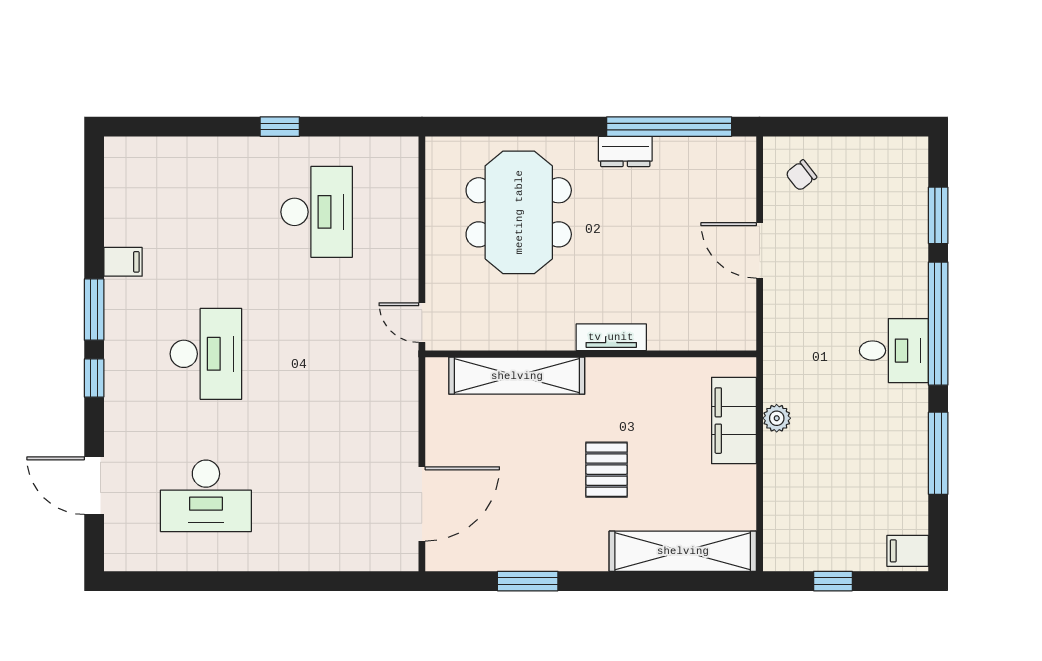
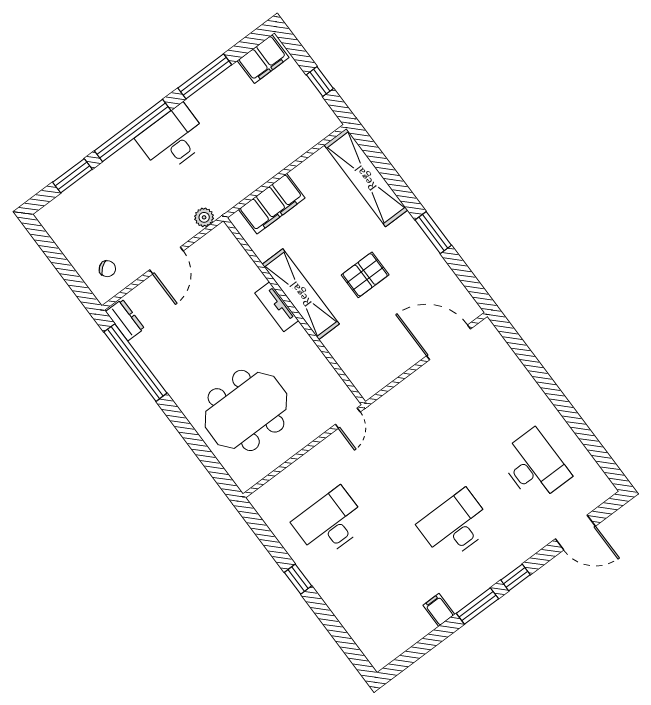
dresser: (625, 151) -> (125, 320), moved
desk: (894, 351) -> (173, 139), width x1.37
shelving: (517, 376) -> (301, 294), moved
plant: (777, 418) -> (204, 217), moved
pallet: (607, 470) -> (365, 275), moved
door: (94, 486) -> (575, 532), hinge flipped
filing cabinet: (908, 551) -> (263, 59), width x2.00
window: (528, 581) -> (433, 233), moved

